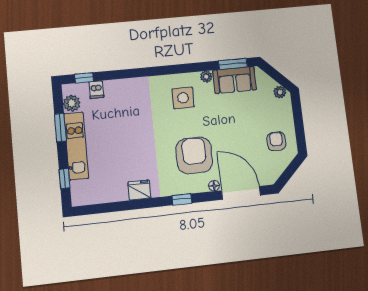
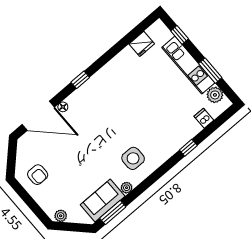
window: (84, 78) -> (188, 148), moved
armchair: (194, 155) -> (94, 120), removed
fridge: (139, 190) -> (142, 44), moved

